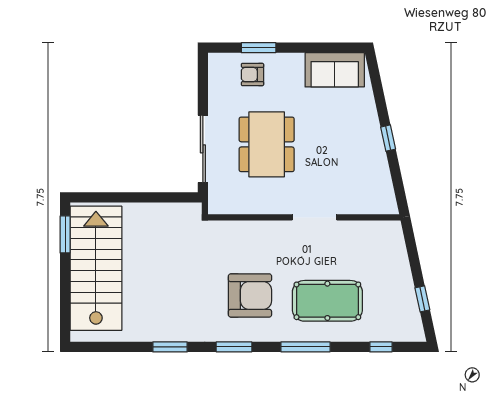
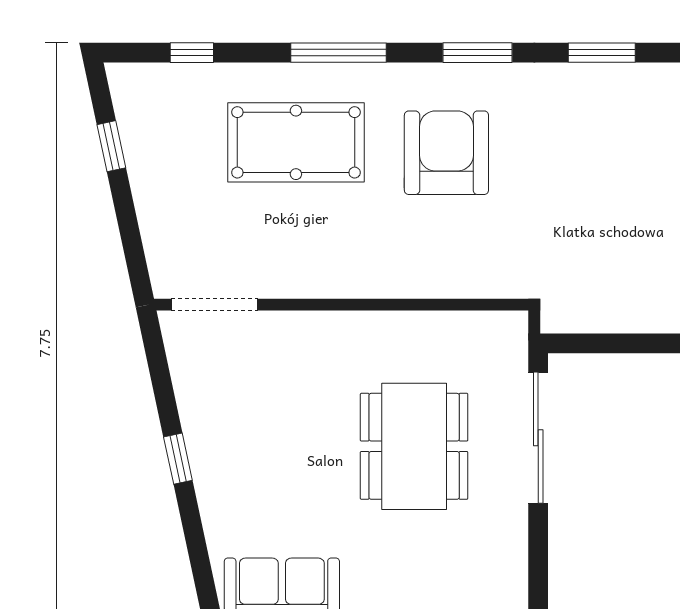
armchair: (252, 74) -> (442, 582), removed
doorway: (315, 217) -> (214, 305), moved
armchair: (250, 295) -> (446, 153), turned 90

